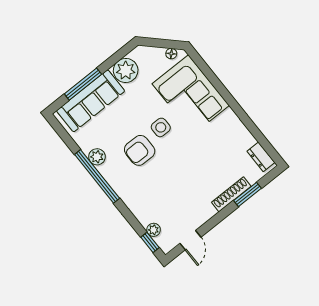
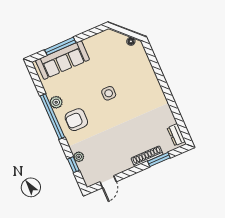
plant: (126, 70) -> (94, 45), removed
corner sofa: (191, 95) -> (137, 75), removed
armchair: (140, 150) -> (76, 120), moved
plant: (154, 230) -> (79, 157), moved
window: (150, 242) -> (73, 165), moved

